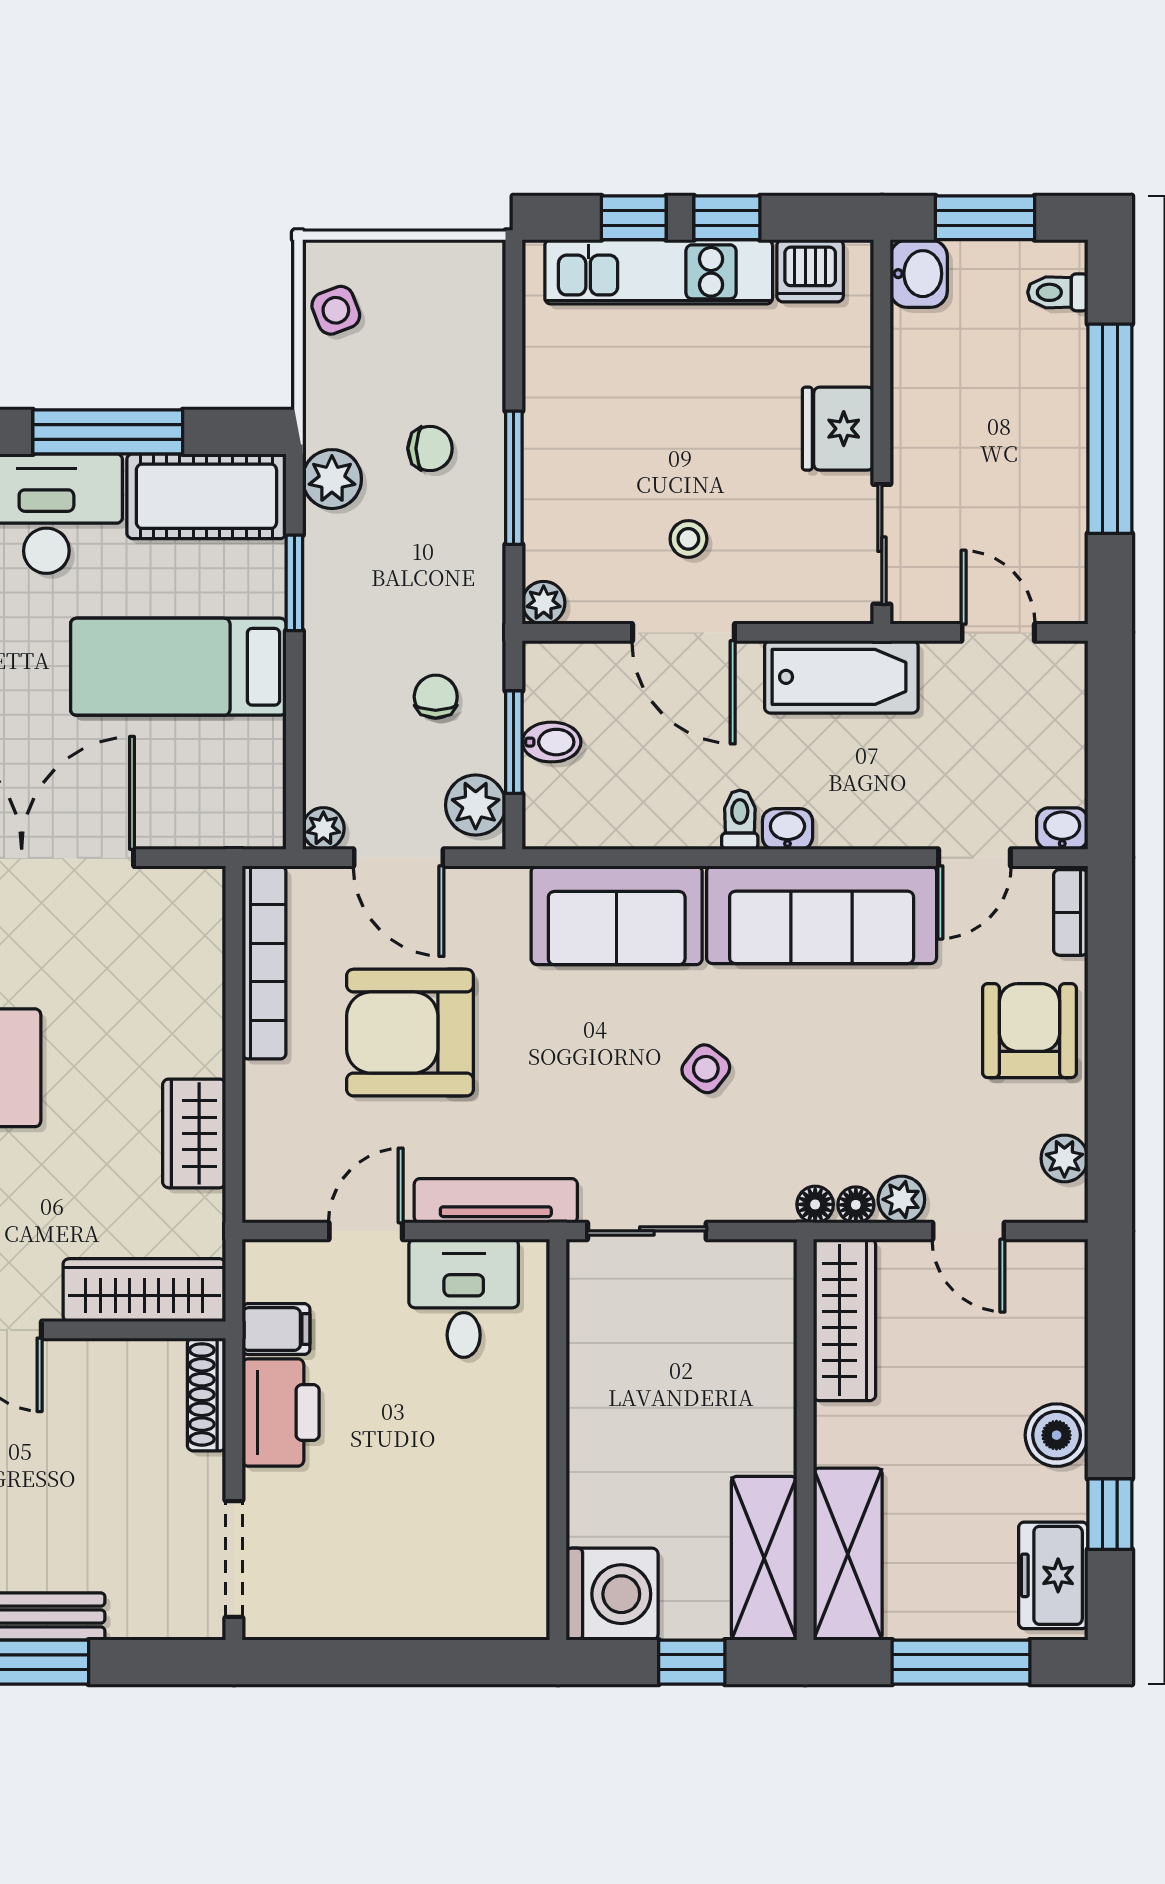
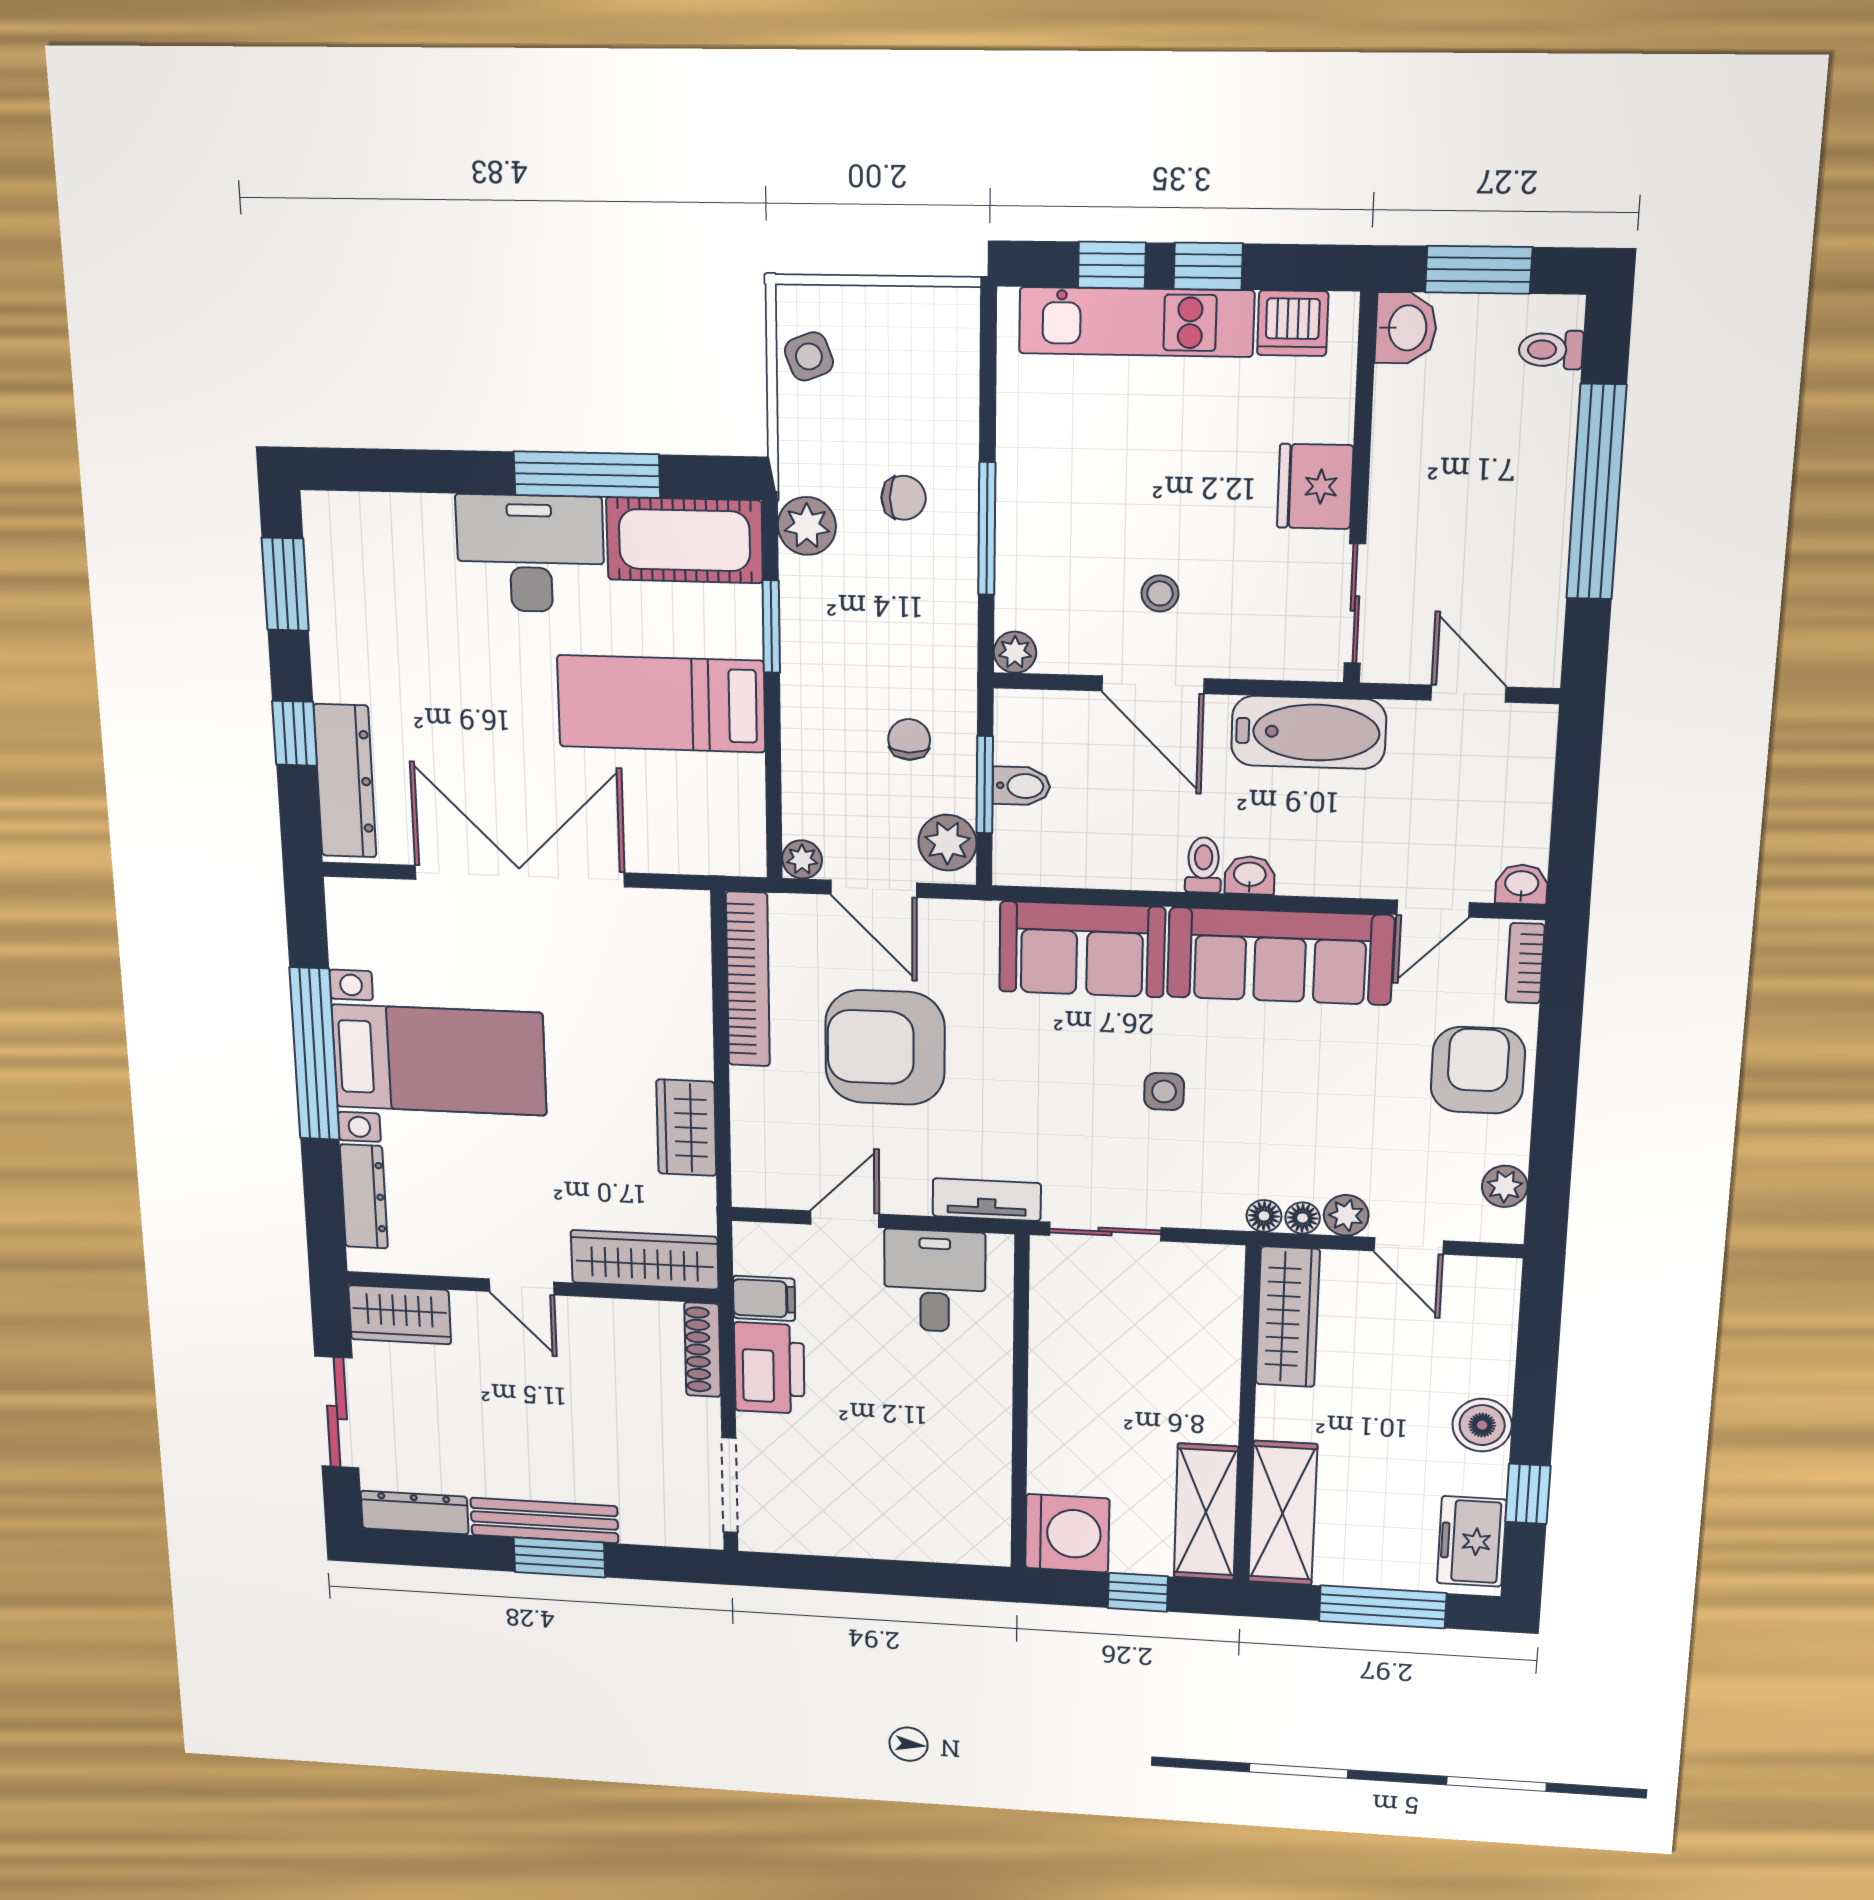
side table: (706, 1069) -> (1164, 1092), turned -38
tv unit: (496, 1201) -> (987, 1200), width x0.71

